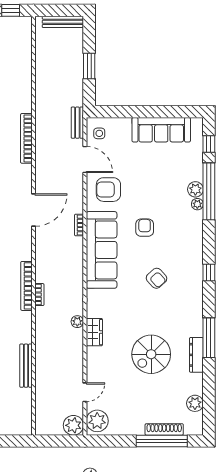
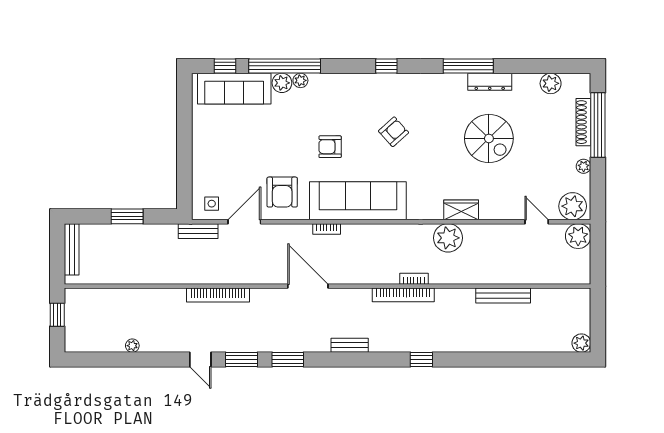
sofa: (161, 130) -> (234, 89), moved, turned 90
plant: (77, 322) -> (448, 238), width x1.87, depth x1.87
plant: (129, 430) -> (584, 166), added

